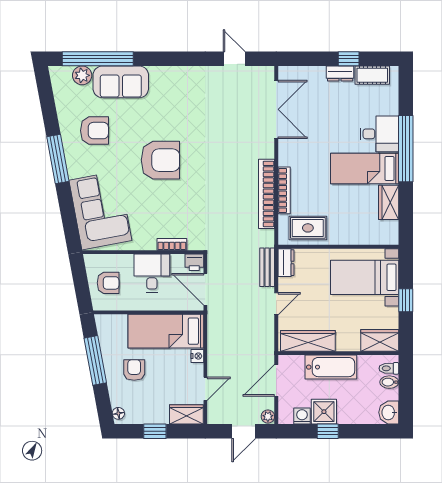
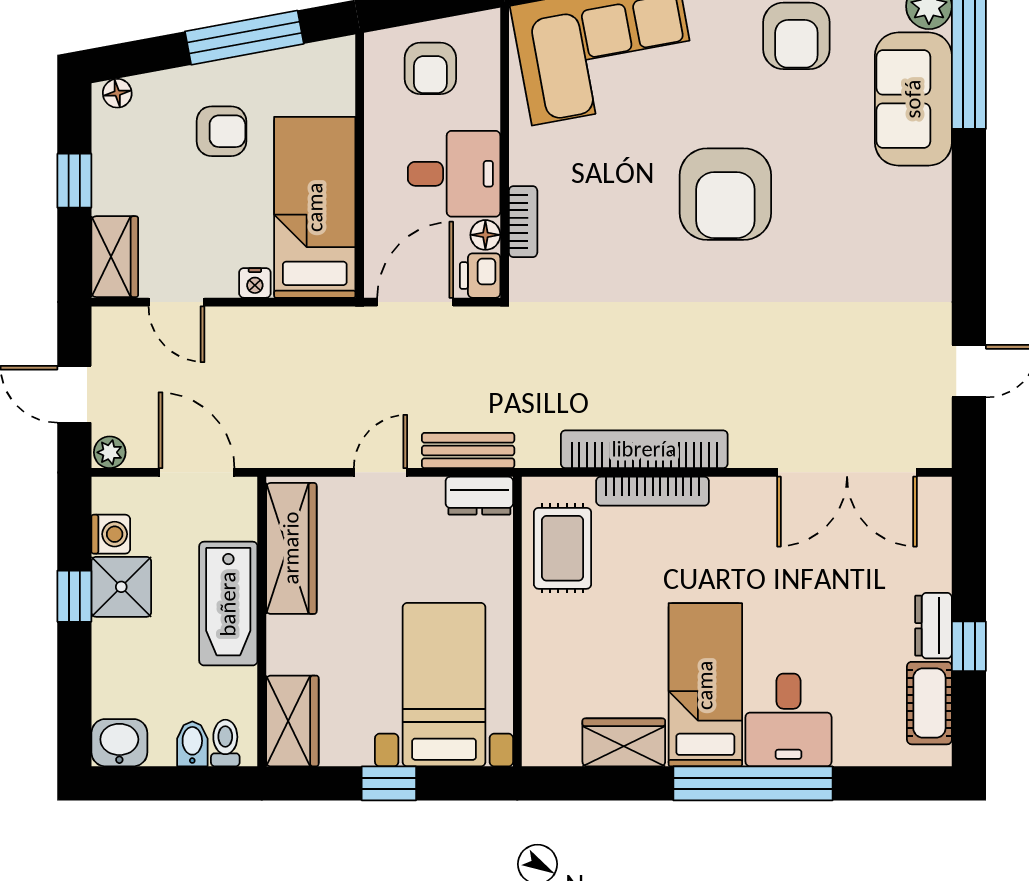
floor lamp: (177, 260) -> (485, 235), added
door: (276, 304) -> (380, 472), swing flipped

